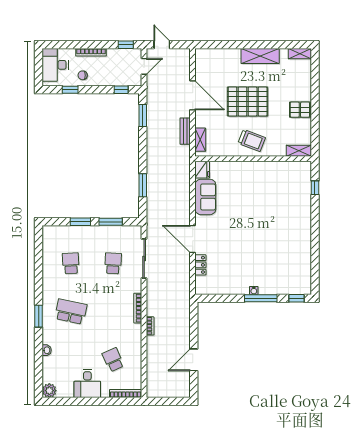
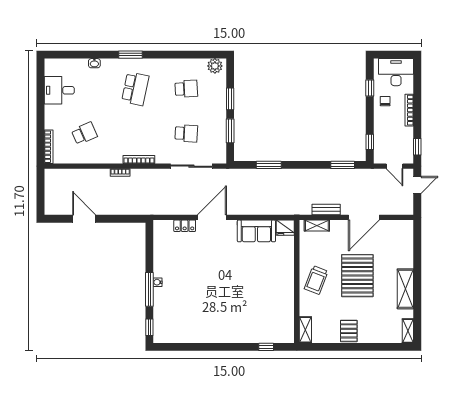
desk: (87, 383) -> (59, 90), moved
plant: (49, 391) -> (215, 66), moved

